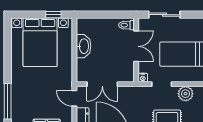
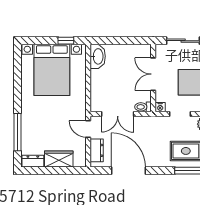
toilet: (126, 25) -> (143, 107), moved
washbasin: (84, 46) -> (98, 56), moved
double door: (136, 46) -> (153, 74), swing flipped

